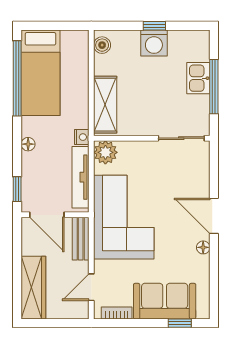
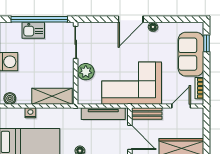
window: (214, 87) -> (39, 19), width x1.46
nightstand: (82, 137) -> (30, 113), moved
plant: (105, 152) -> (86, 72), moved
door: (47, 215) -> (130, 137), hinge flipped
door: (91, 287) -> (181, 106), swing flipped

